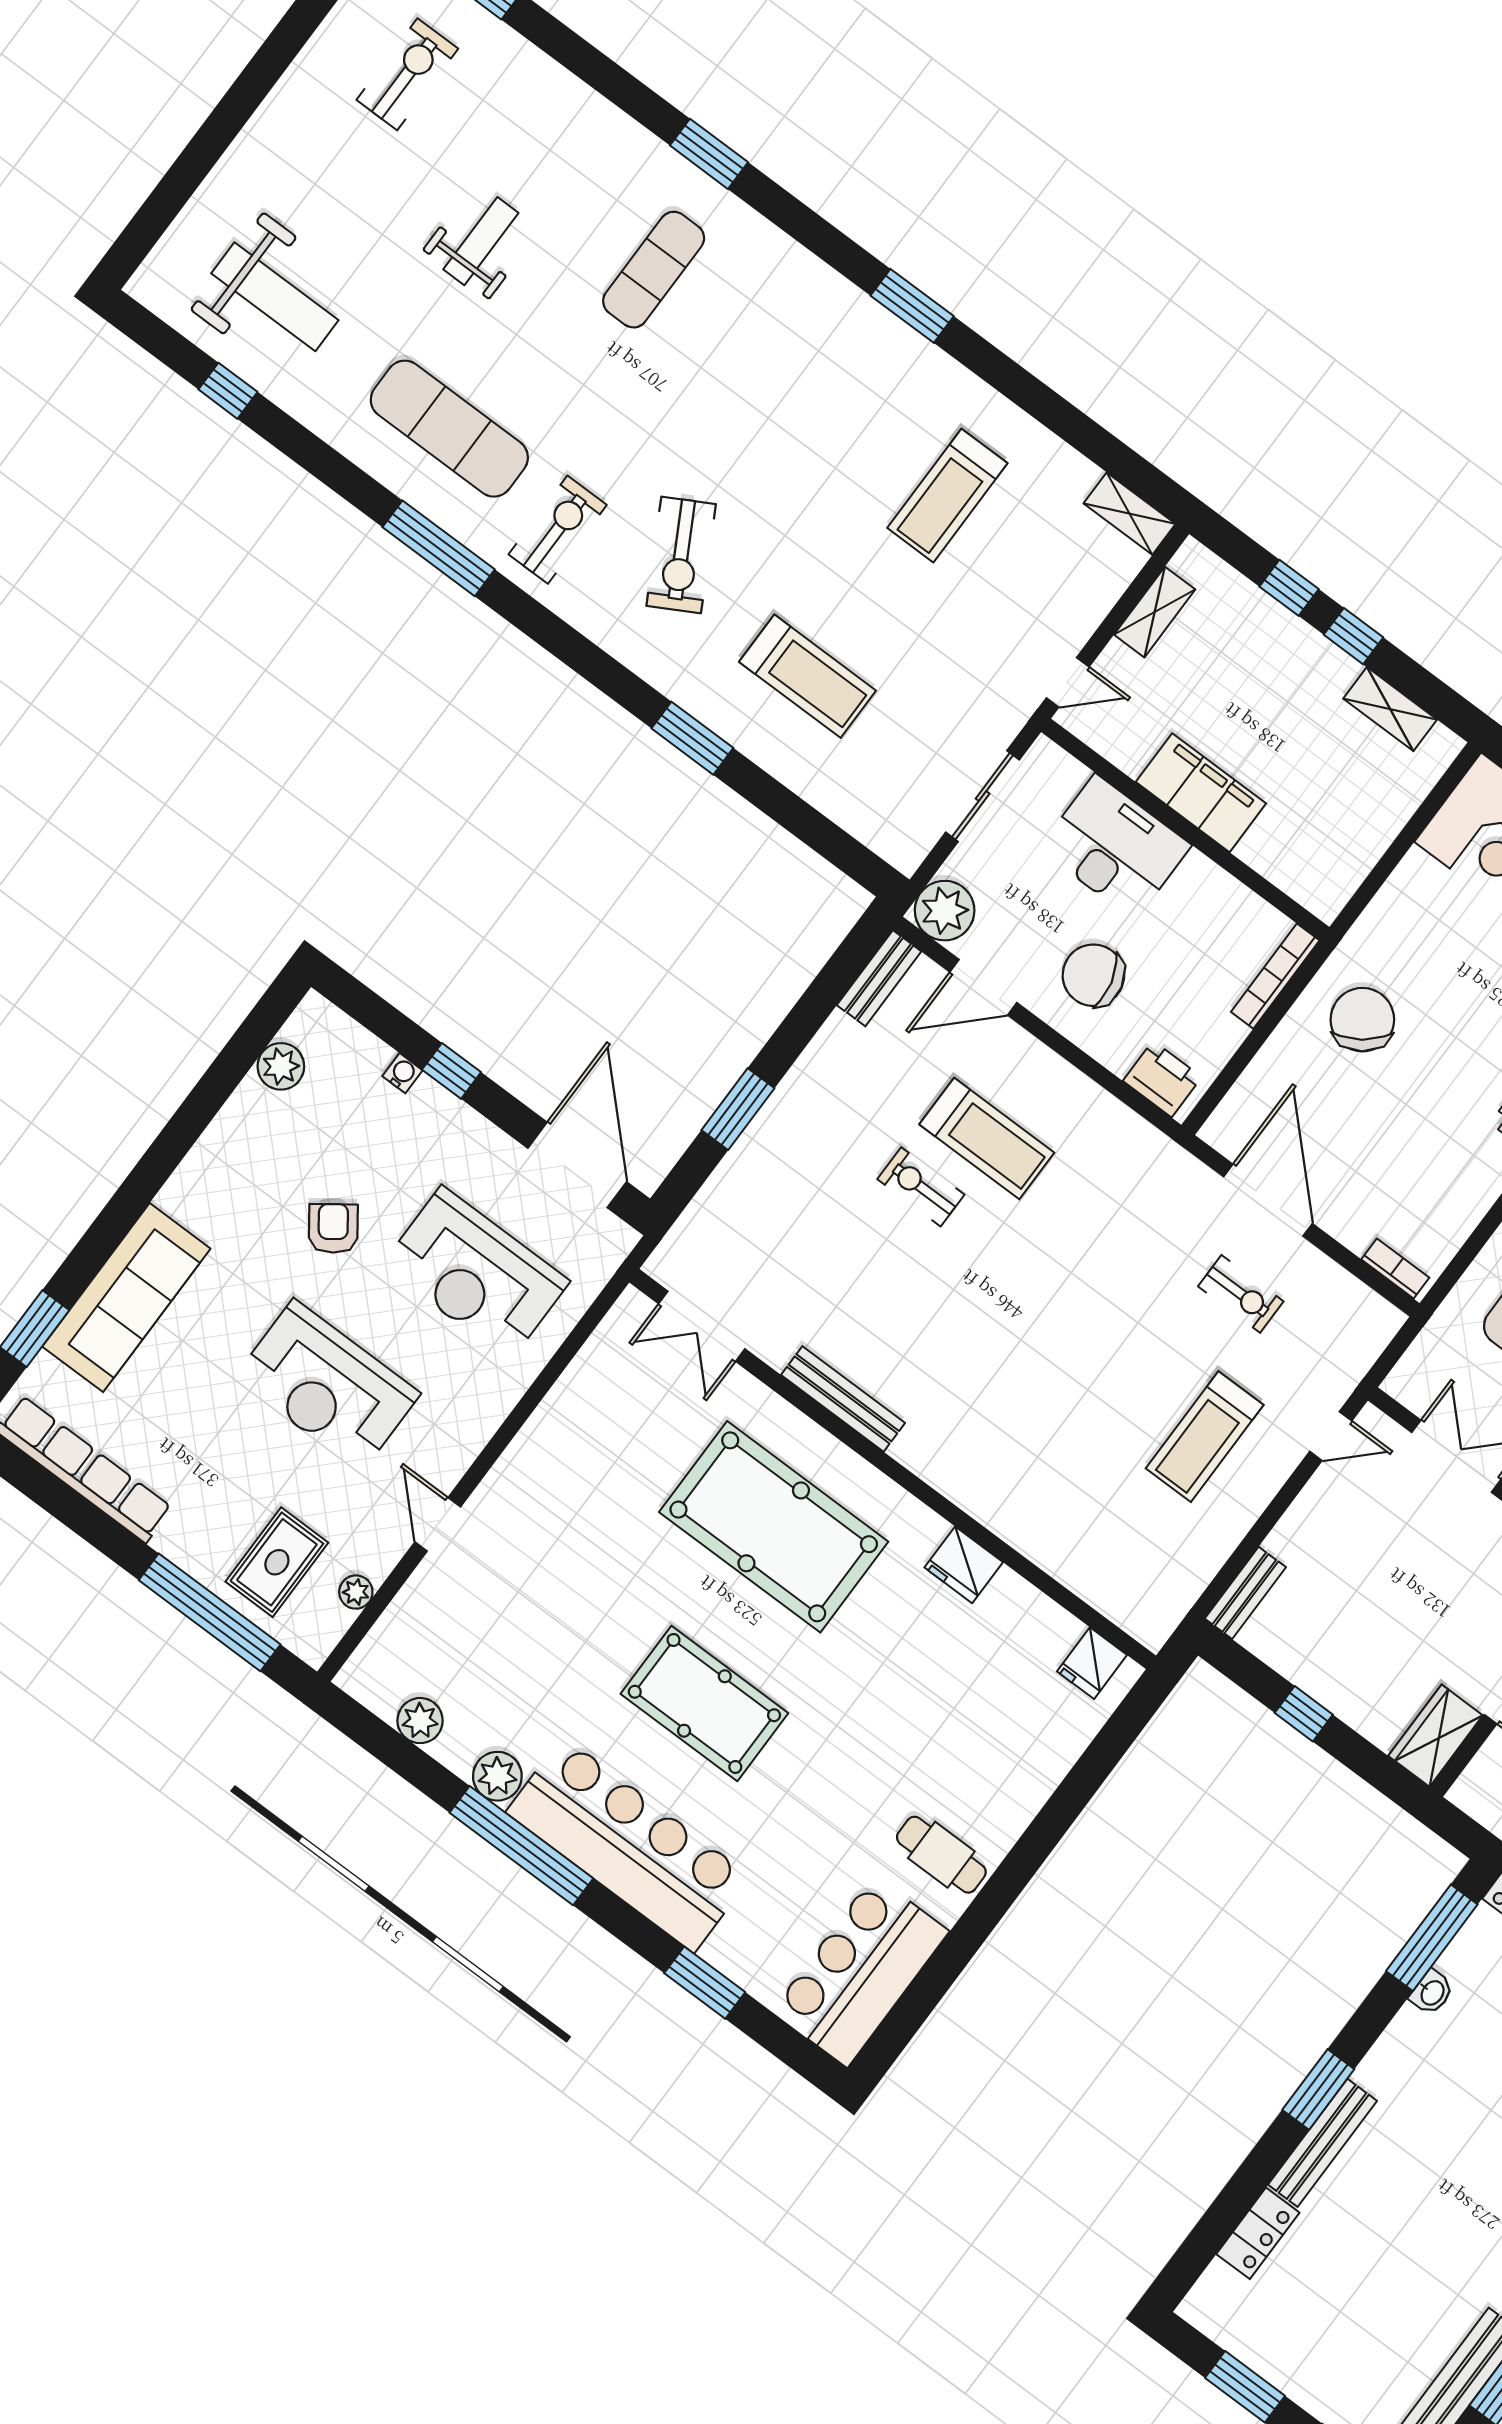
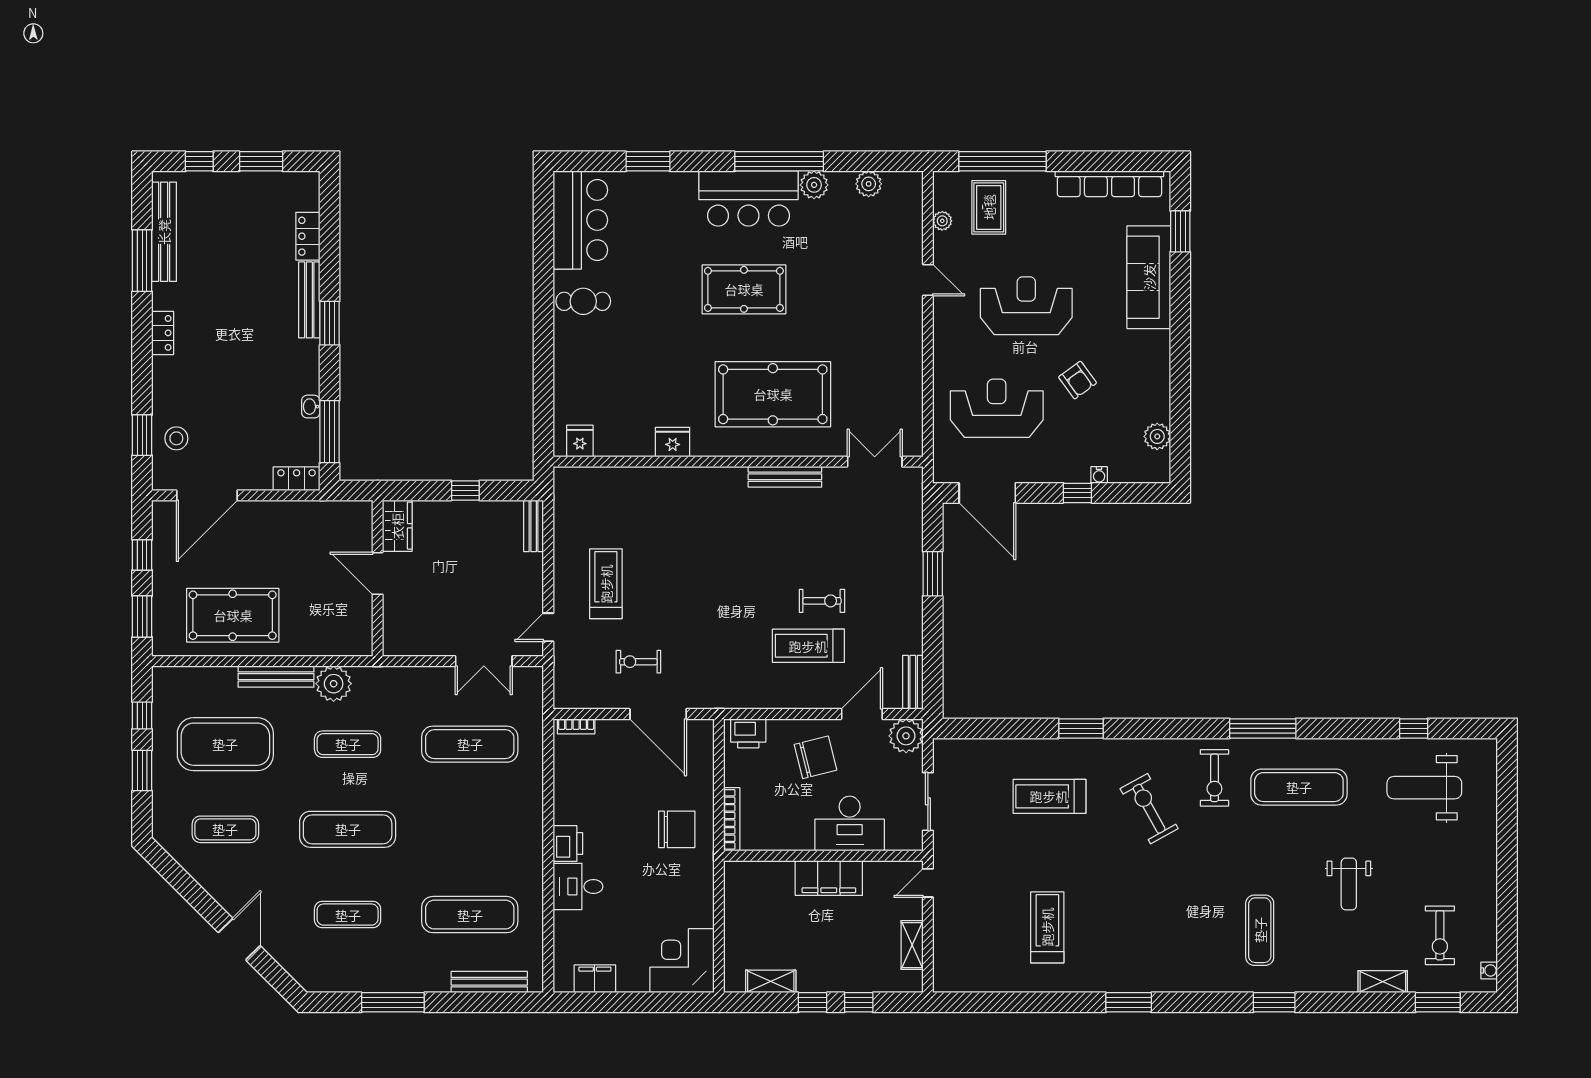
shelving: (1130, 514) -> (1383, 982), moved
chair: (1362, 1020) -> (677, 829), turned -54
bar counter: (628, 1845) -> (748, 198), width x0.73

